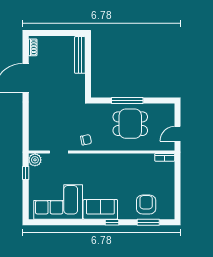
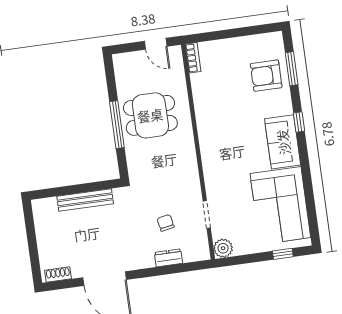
bench: (80, 55) -> (85, 200), moved
dresser: (34, 123) -> (168, 258), added
dining table: (130, 124) -> (150, 115), turned 90
chair: (86, 140) -> (166, 223), moved
window: (26, 173) -> (283, 254), moved

